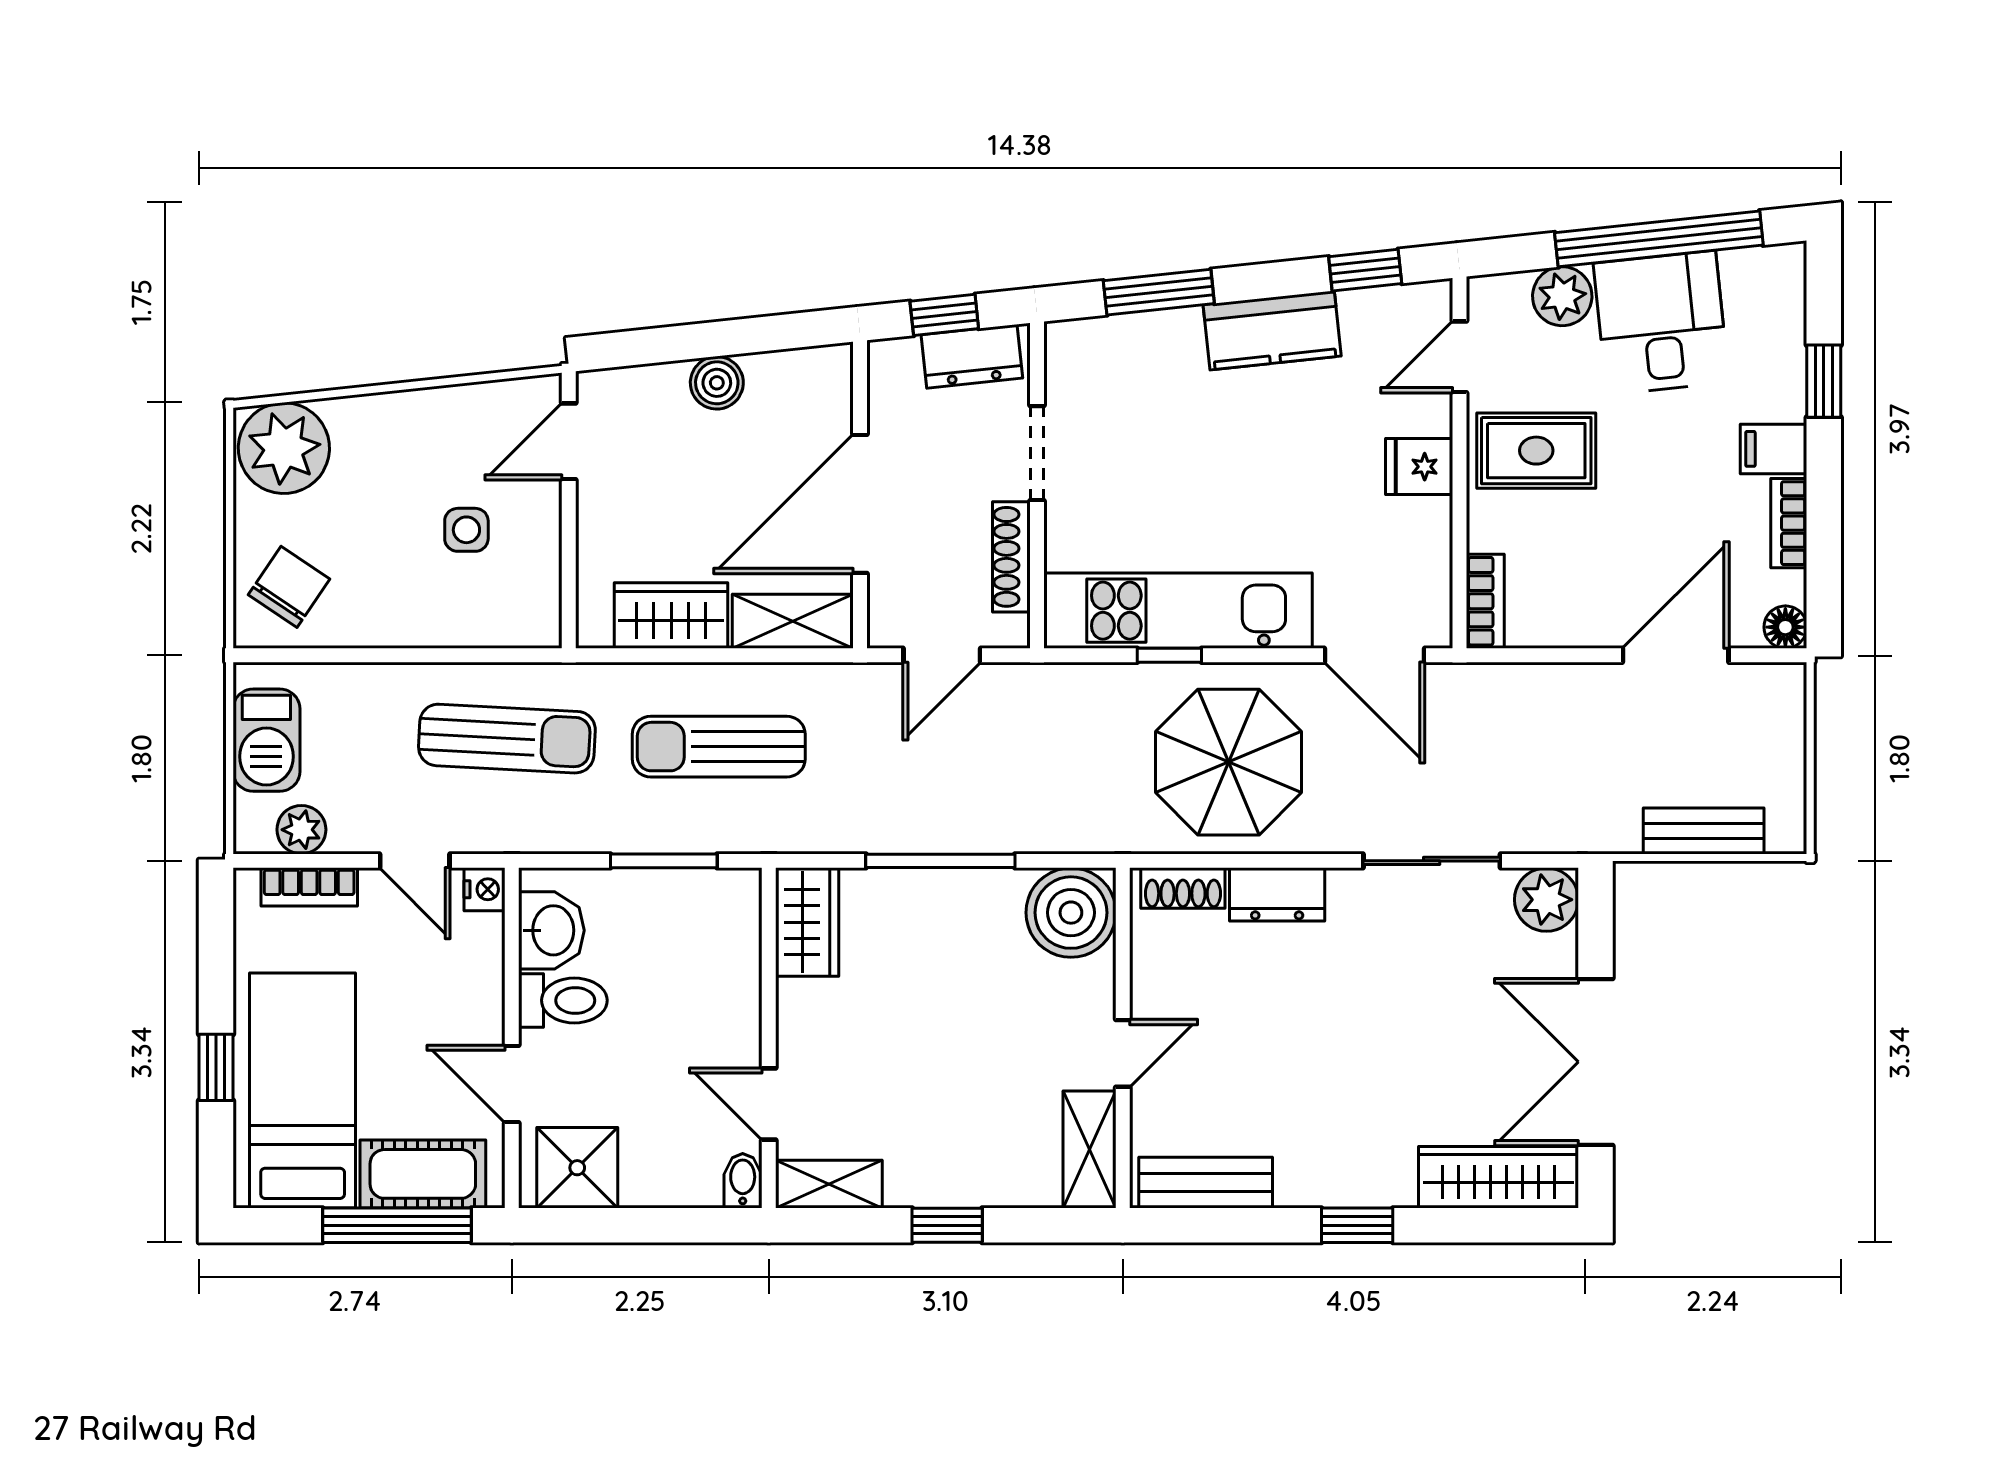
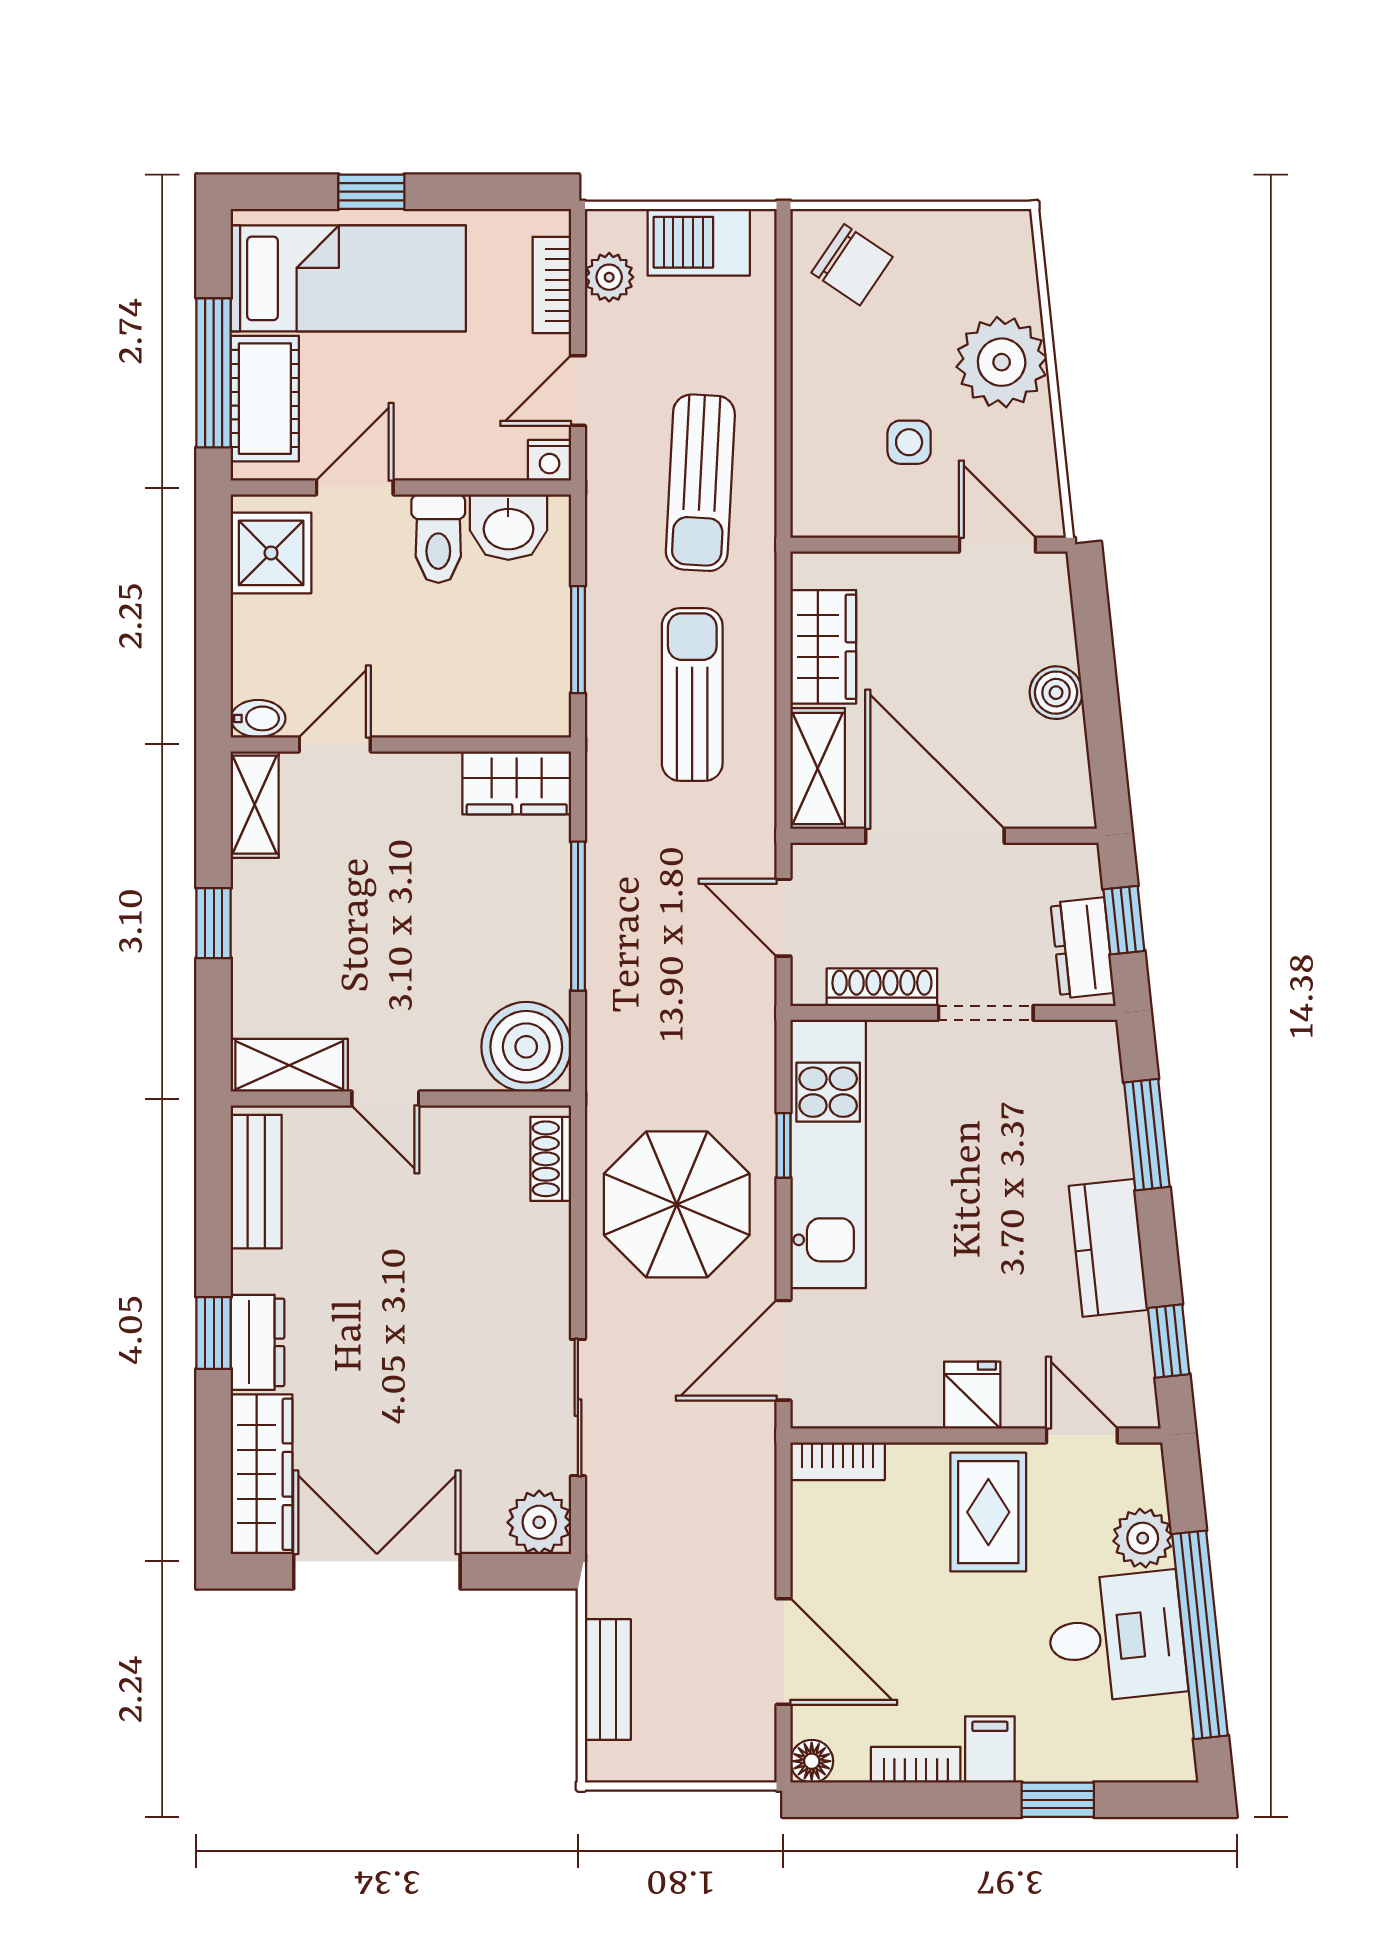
plant: (284, 448) -> (1002, 362), moved
dresser: (1277, 894) -> (257, 1342), moved, turned 180

